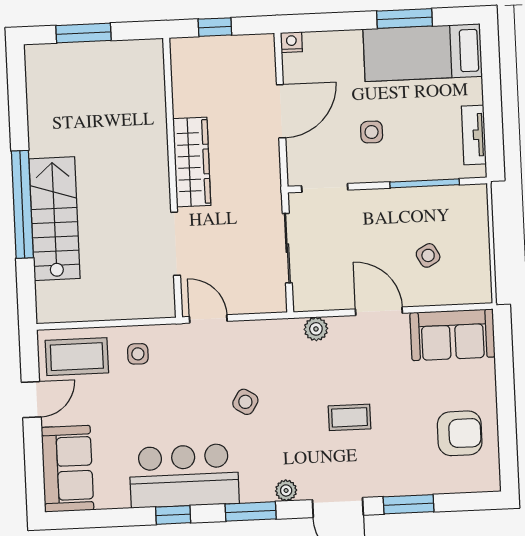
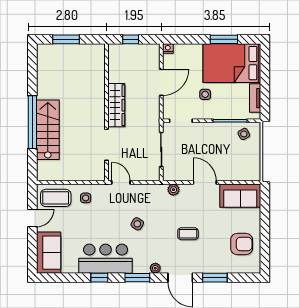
bed: (423, 53) -> (232, 63), width x1.50
side table: (428, 255) -> (244, 134), moved

